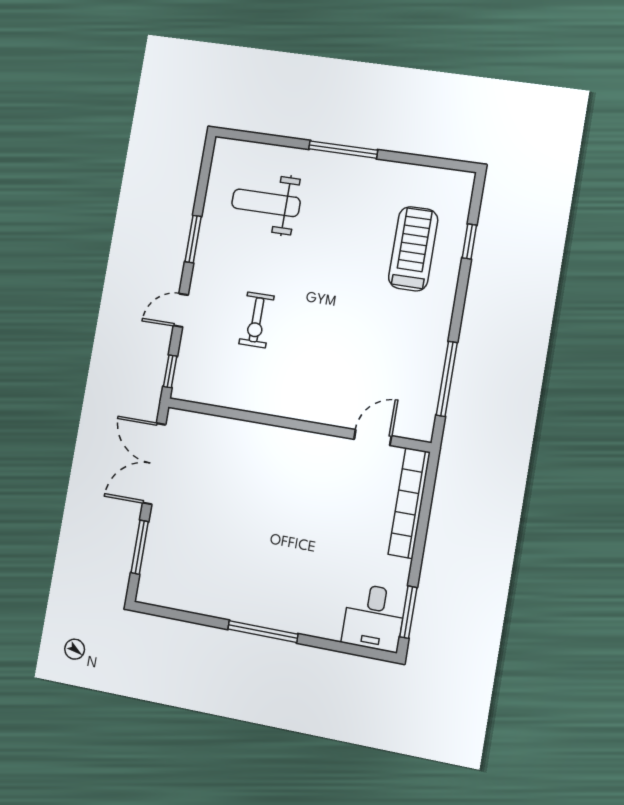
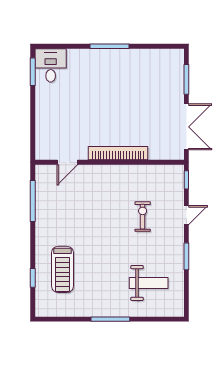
bookcase: (409, 503) -> (118, 153), moved, turned -90

